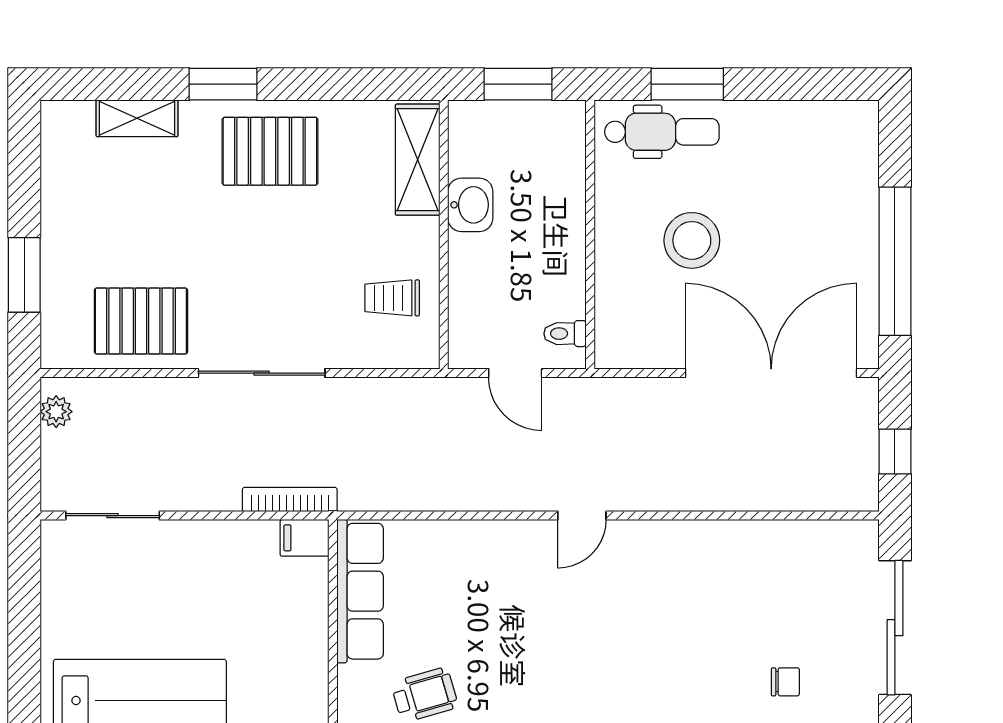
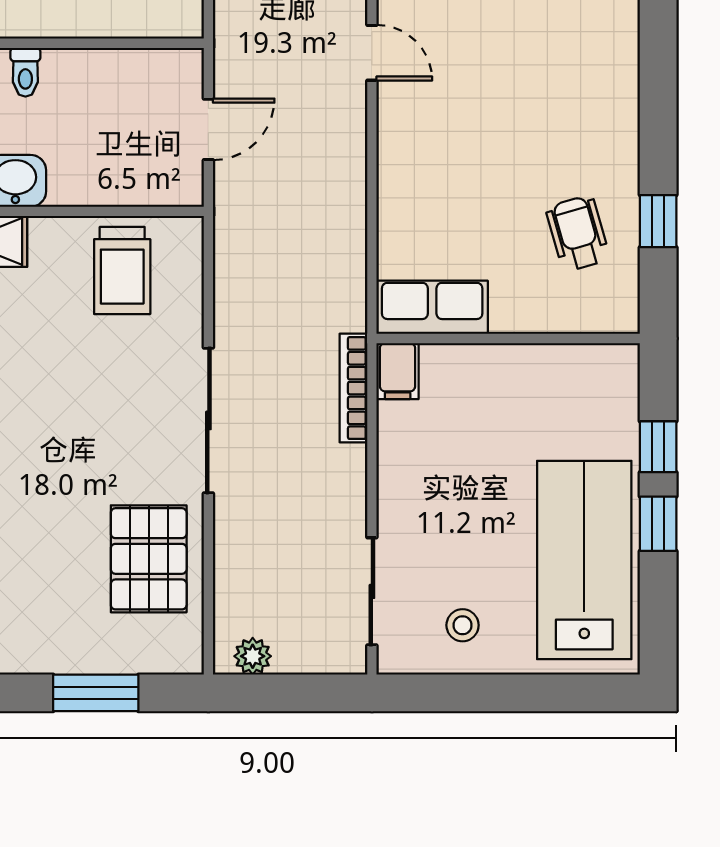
trolley: (392, 298) -> (122, 270), width x1.36, depth x1.39
toilet: (565, 334) -> (25, 72), moved
row of seats: (360, 591) -> (432, 307), width x0.68
stool: (83, 594) -> (463, 625), added

